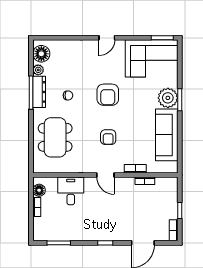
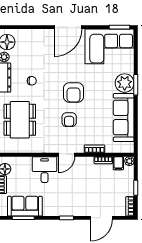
door: (107, 38) -> (68, 27), width x1.88
armchair: (108, 95) -> (73, 93), moved
door: (105, 175) -> (67, 155), hinge flipped
plant: (173, 182) -> (129, 161), added
filing cabinet: (161, 184) -> (118, 163), added
desk: (71, 191) -> (45, 170), moved
sofa: (61, 230) -> (25, 206), added

